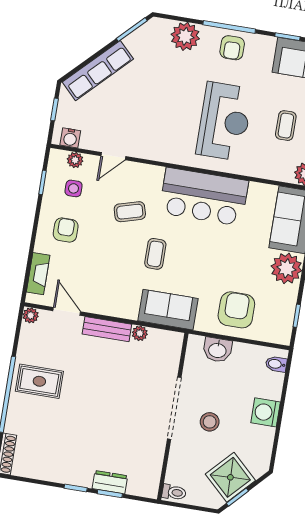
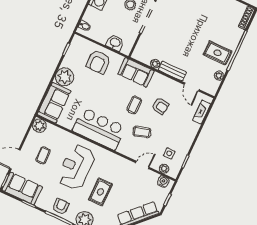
rug: (172, 91) -> (100, 192), added
armchair: (66, 230) -> (160, 106), moved, turned -82
plant: (31, 315) -> (219, 76), moved

